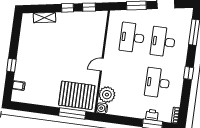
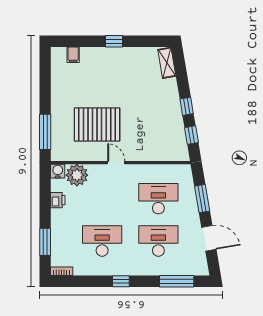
shelving: (44, 18) -> (167, 63), moved
window: (11, 65) -> (114, 41), moved
pallet: (77, 95) -> (97, 124), moved, turned 90
printer: (152, 115) -> (58, 200), moved

